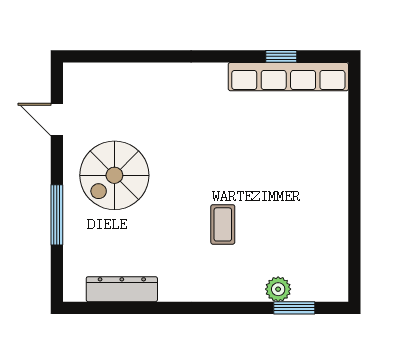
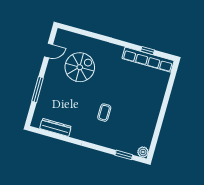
door: (57, 120) -> (48, 51), swing flipped
spiral stairs: (114, 175) -> (80, 67), moved, turned 180
plant: (278, 289) -> (143, 152), moved

